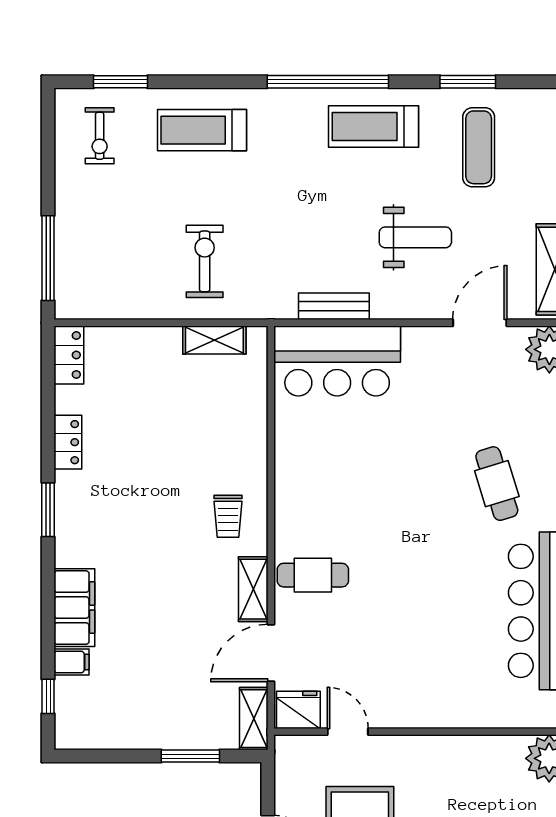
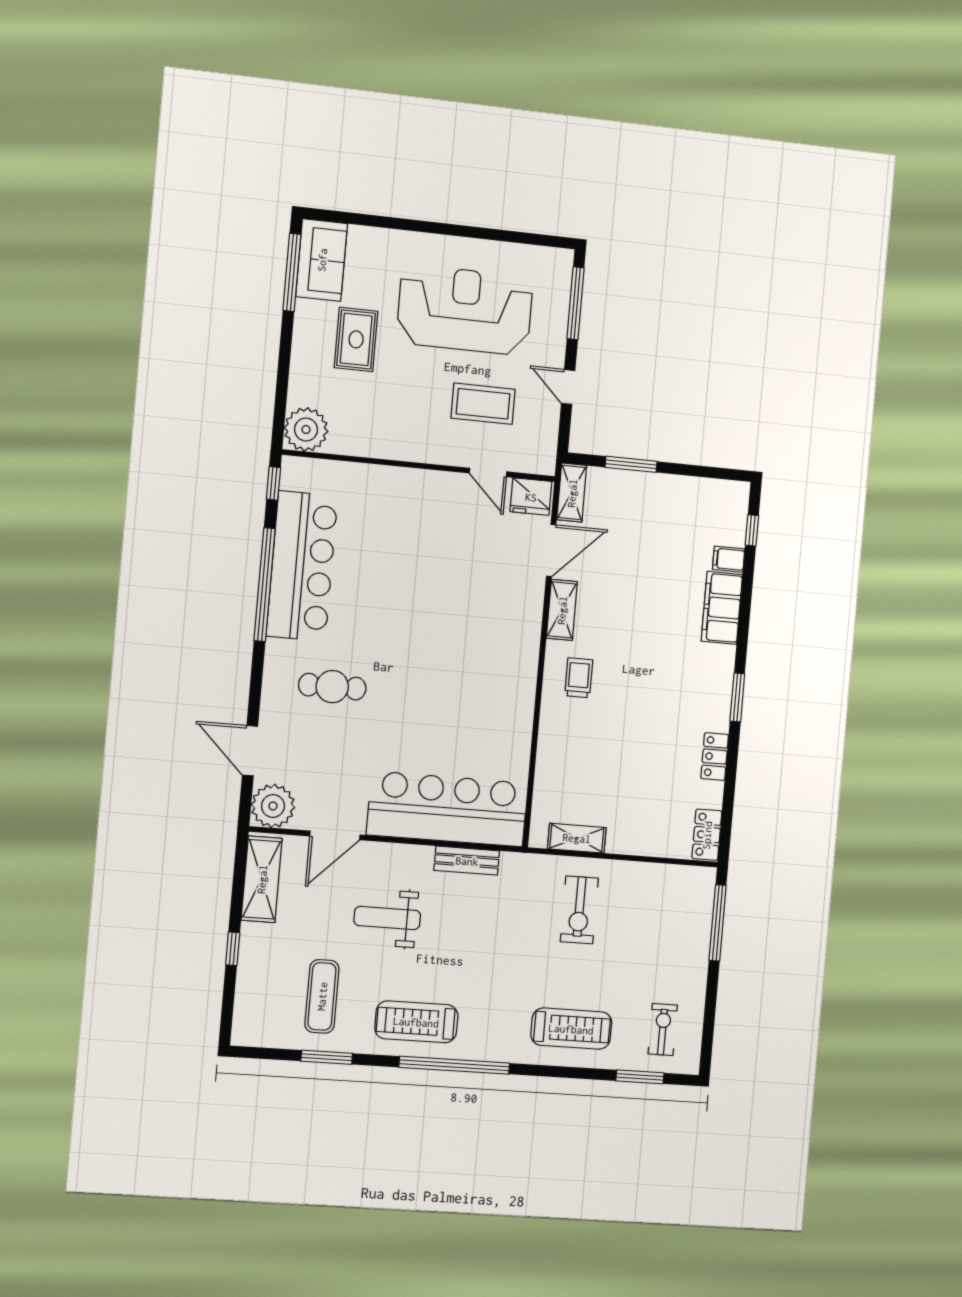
treadmill: (374, 126) -> (416, 1022), turned 180
bar counter: (337, 361) -> (447, 809), width x1.36
cafe table: (497, 484) -> (332, 687), turned -73
cafe table: (313, 575) -> (507, 618), removed

